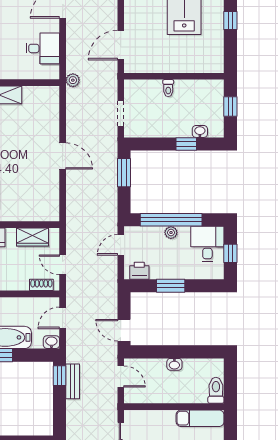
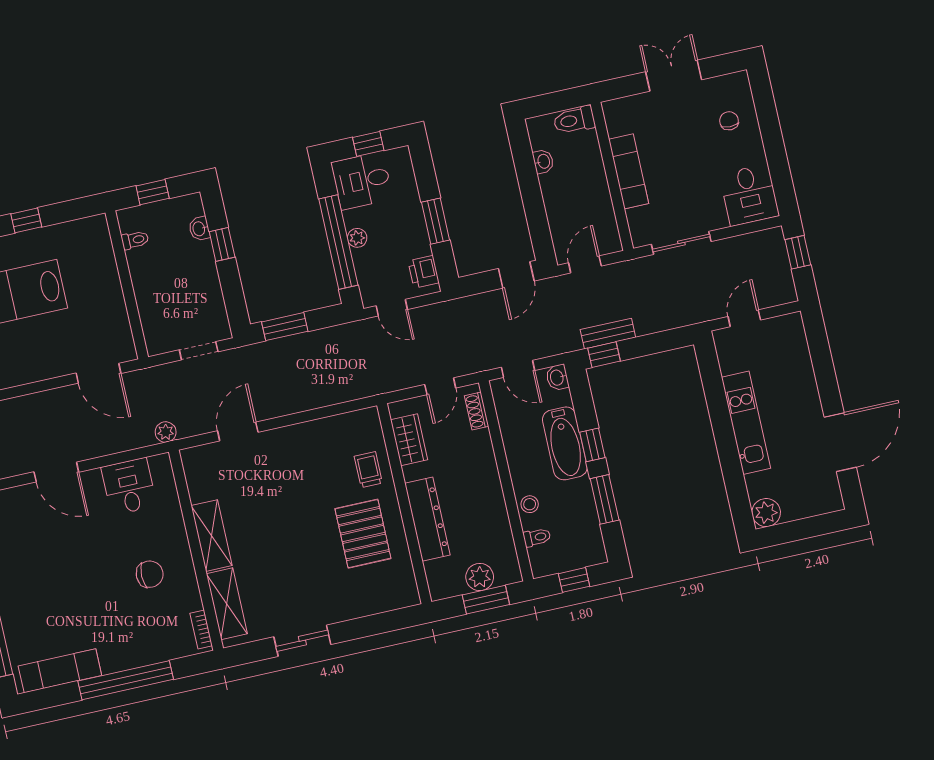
toilet: (168, 88) -> (135, 240), moved
door: (63, 156) -> (238, 431), moved
trolley: (19, 206) -> (368, 470), added
washbasin: (174, 364) -> (543, 161), moved
exam couch: (200, 418) -> (629, 171), moved

